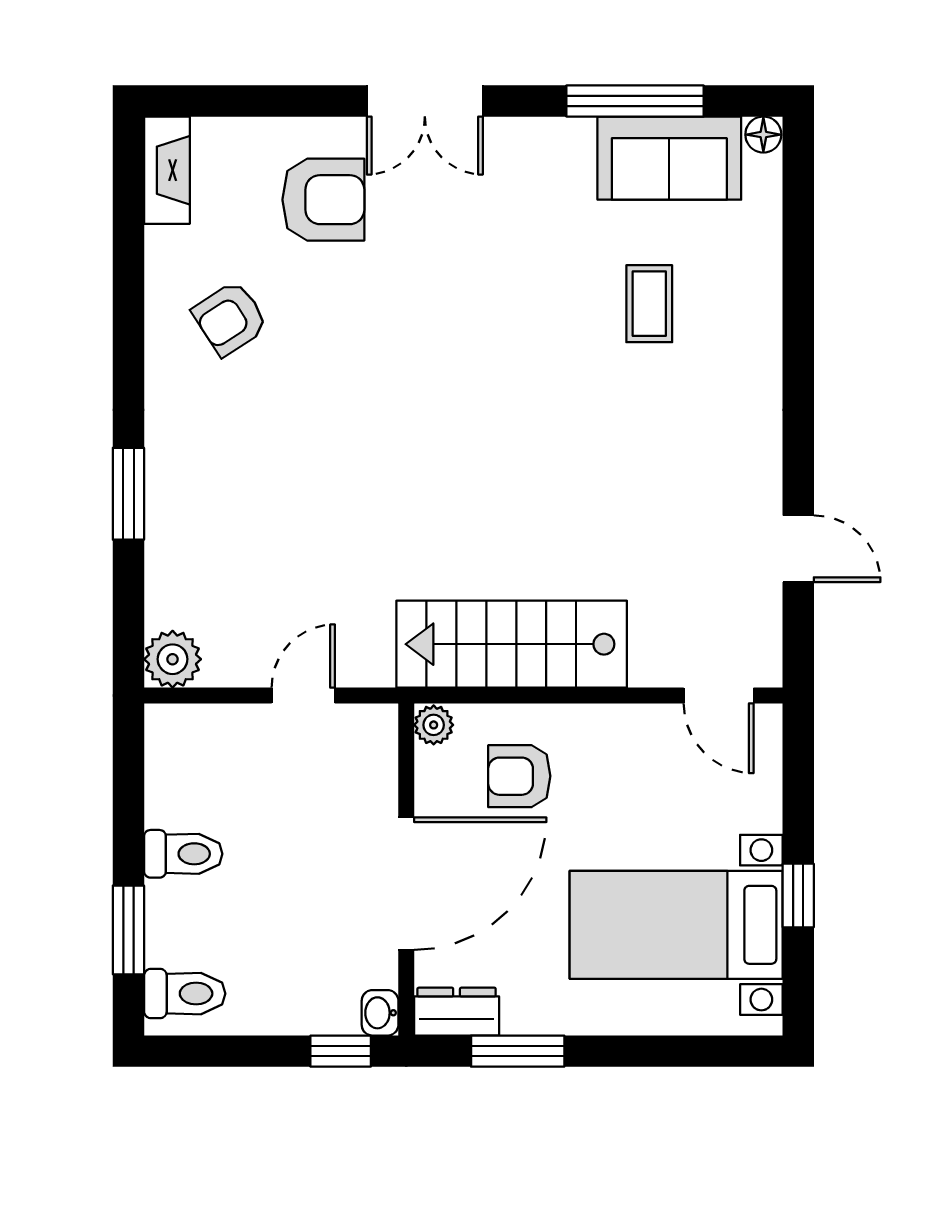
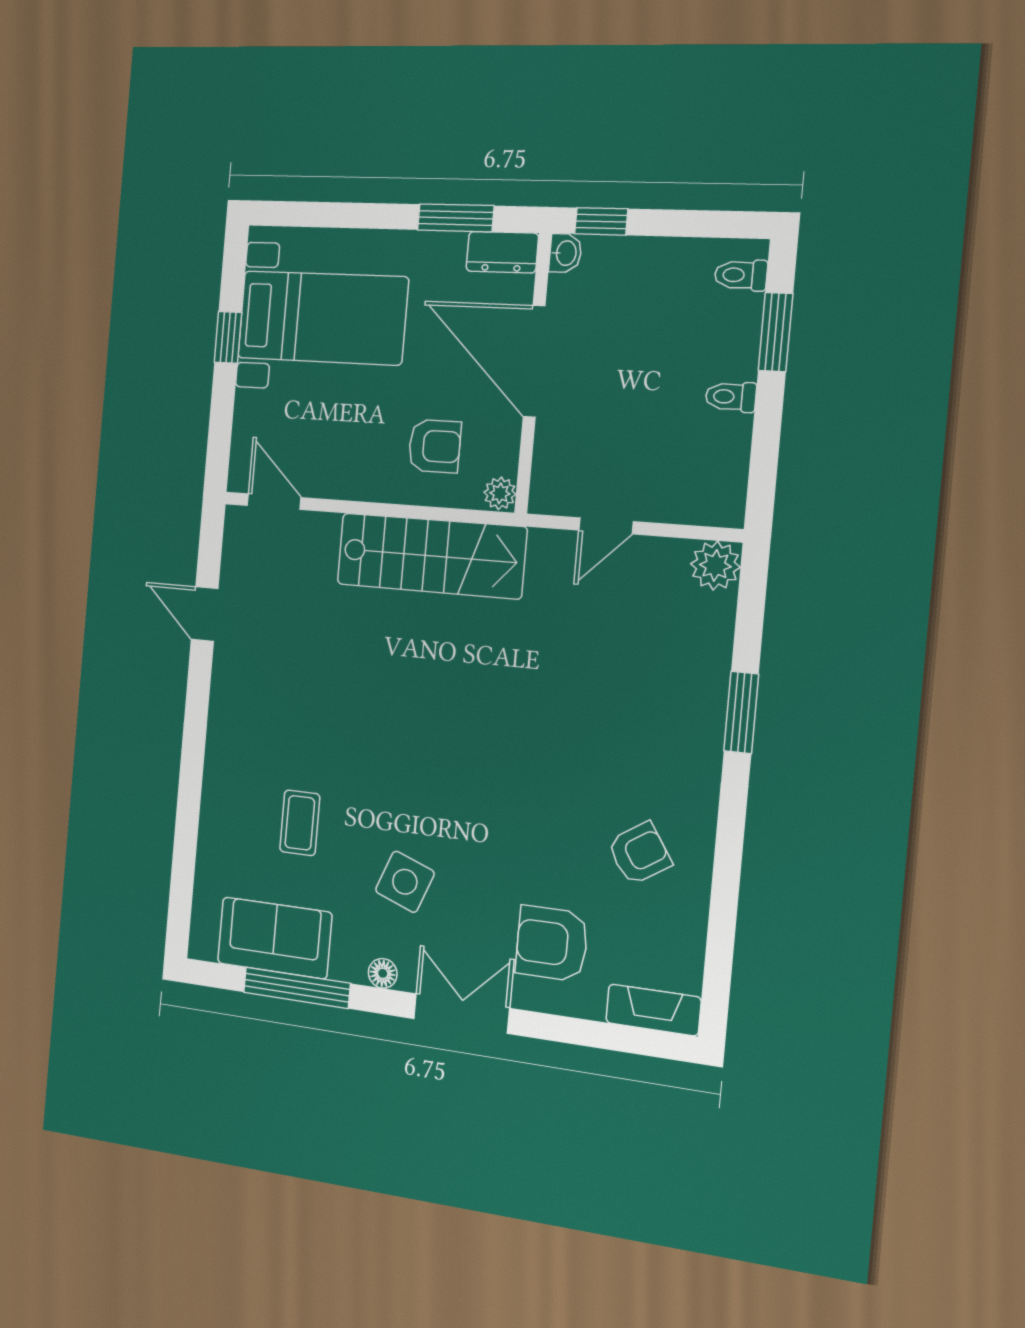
floor lamp: (763, 135) -> (383, 973), moved
fireplace: (167, 170) -> (653, 1010), moved, turned 90
side table: (509, 249) -> (405, 882), added
toilet: (183, 854) -> (731, 397), width x0.73, depth x0.72
door: (406, 884) -> (534, 361), hinge flipped
toilet: (185, 994) -> (741, 275), width x0.73, depth x0.72

